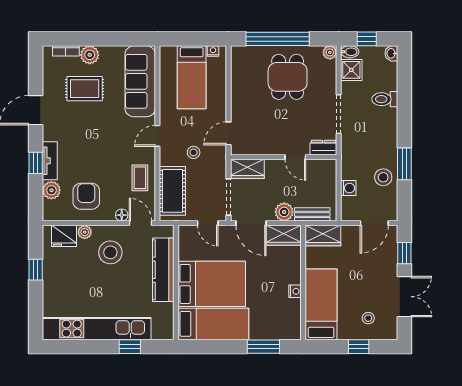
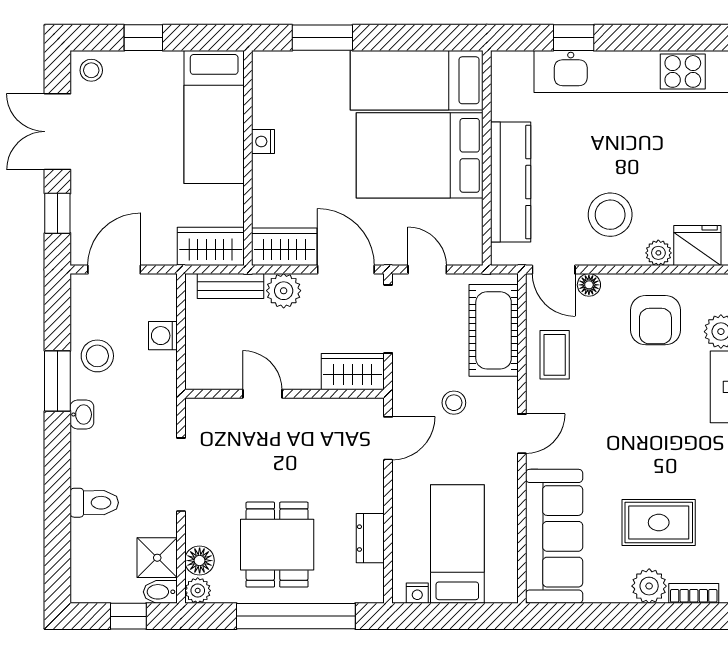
washbasin: (391, 53) -> (82, 414), moved
floor lamp: (329, 68) -> (200, 561), added
dresser: (323, 148) -> (370, 538), moved, turned 90
stool: (368, 318) -> (91, 70), moved

